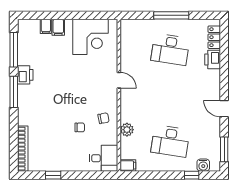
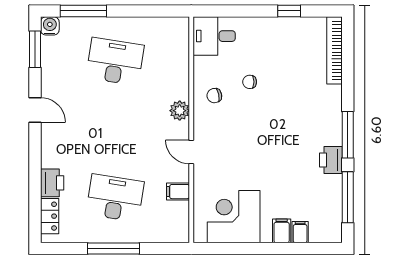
plant: (127, 130) -> (180, 111), moved
water cooler: (203, 165) -> (50, 26), moved
filing cabinet: (128, 166) -> (178, 192), moved
window: (192, 175) -> (83, 11), width x2.17

